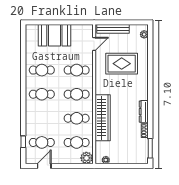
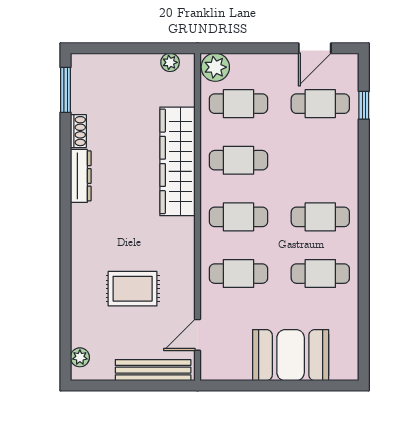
rug: (122, 64) -> (133, 289), width x0.73, depth x0.70

